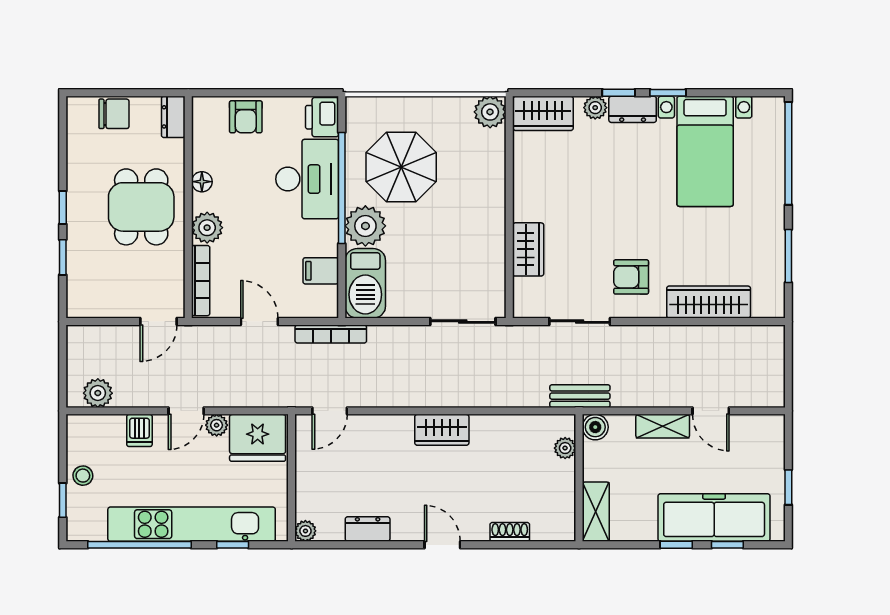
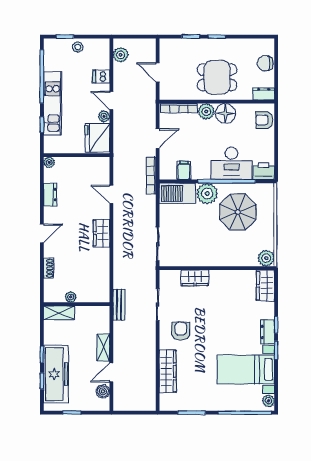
plant: (595, 108) -> (268, 401), moved
chair: (114, 114) -> (265, 63), turned 90
armchair: (246, 117) -> (264, 120), moved
floor lamp: (202, 182) -> (225, 113), width x1.89, depth x1.89
door: (159, 322) -> (158, 72), moved
door: (330, 411) -> (111, 194), moved
boiler: (595, 427) -> (103, 391), moved
plant: (565, 448) -> (71, 297), moved
kitchen unit: (192, 524) -> (53, 103), width x0.73

